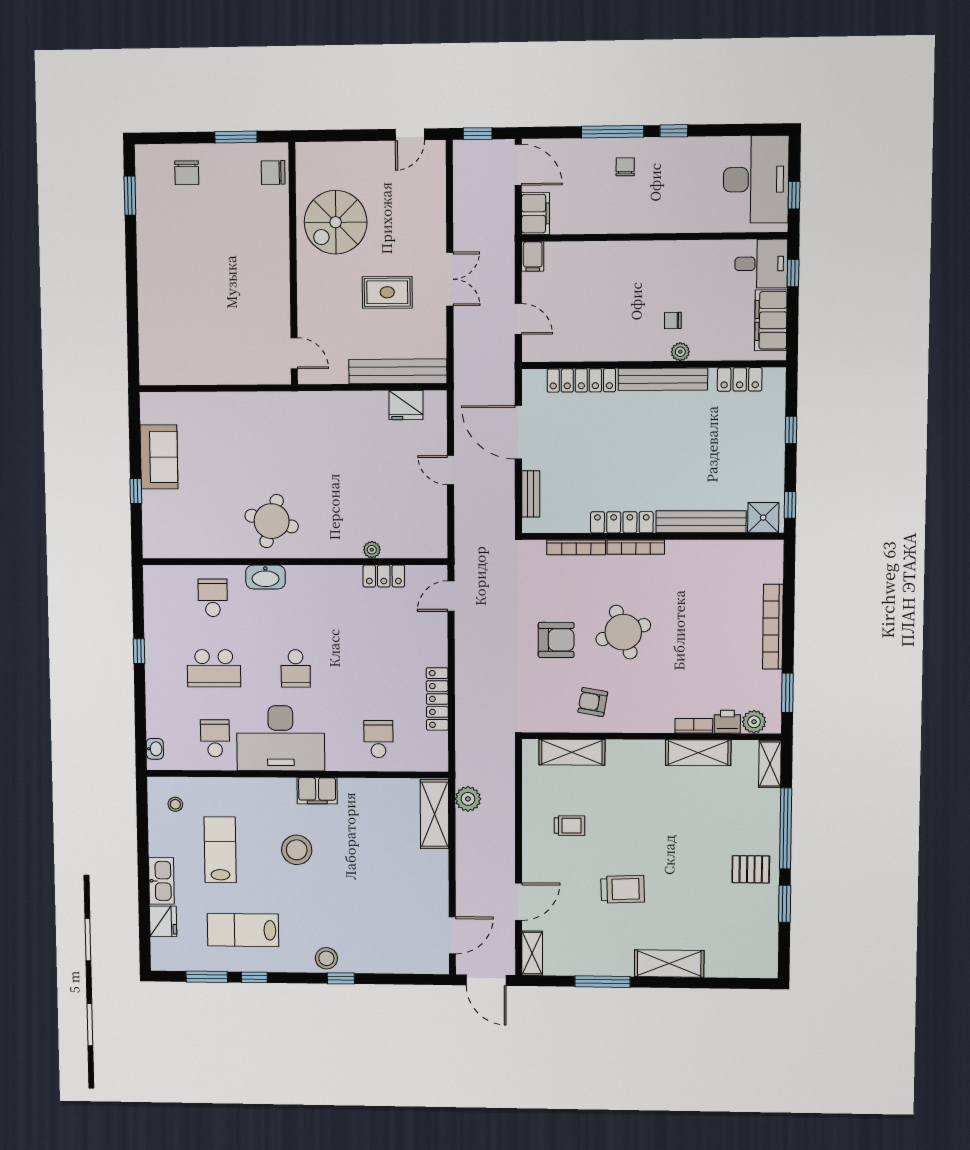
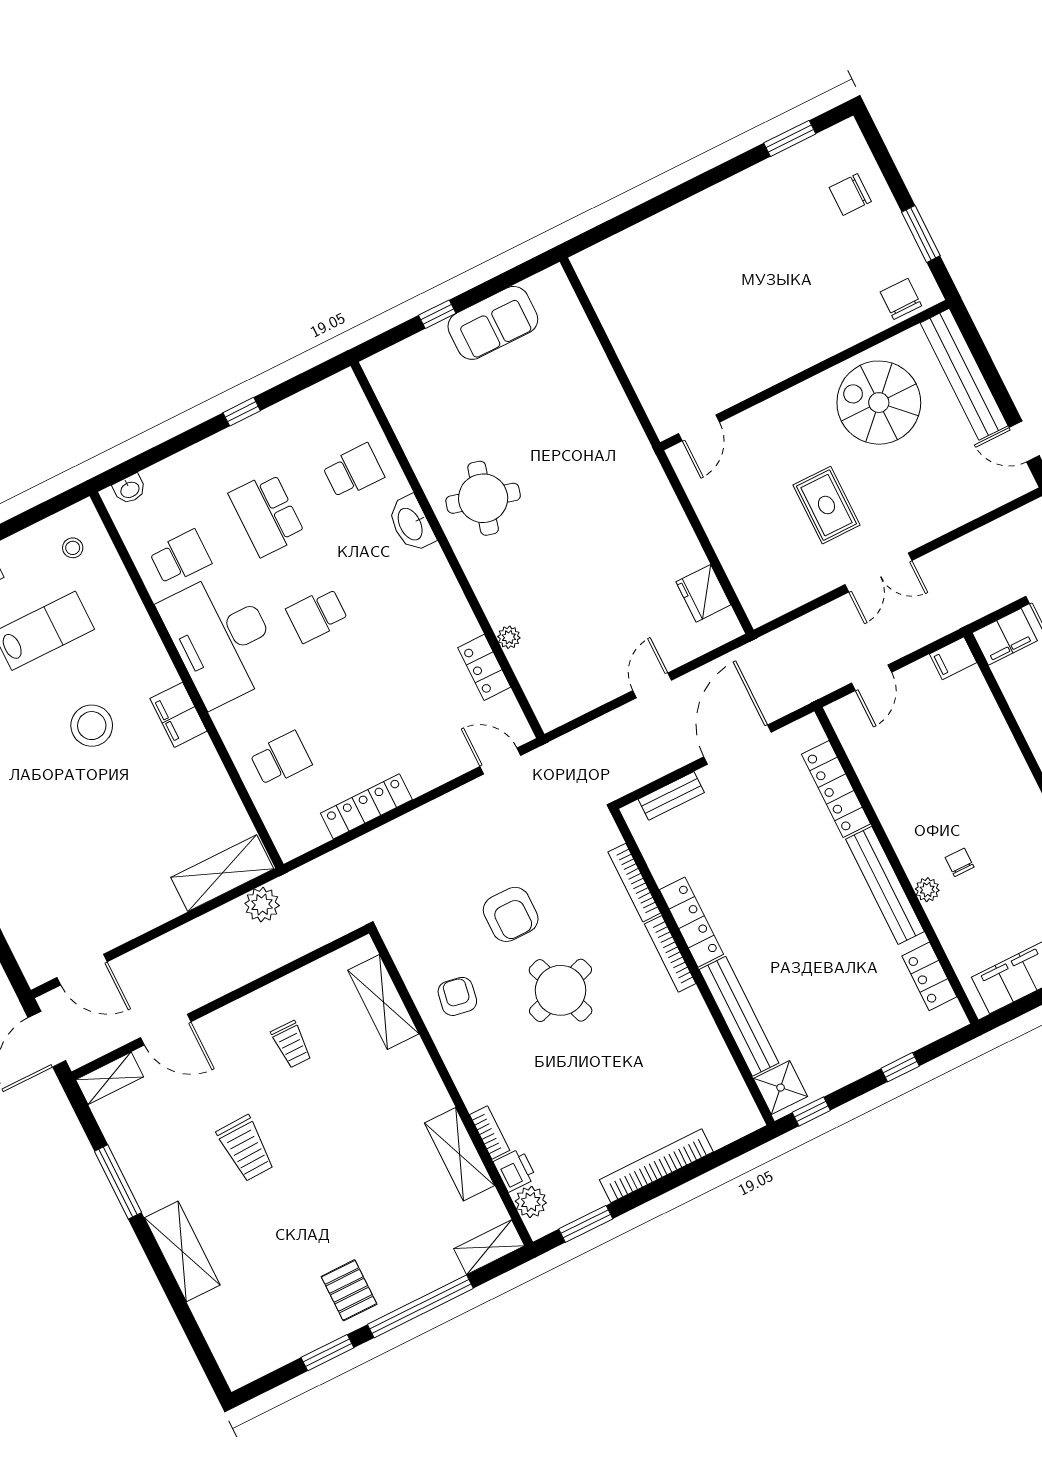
bench: (398, 371) -> (964, 374), moved

